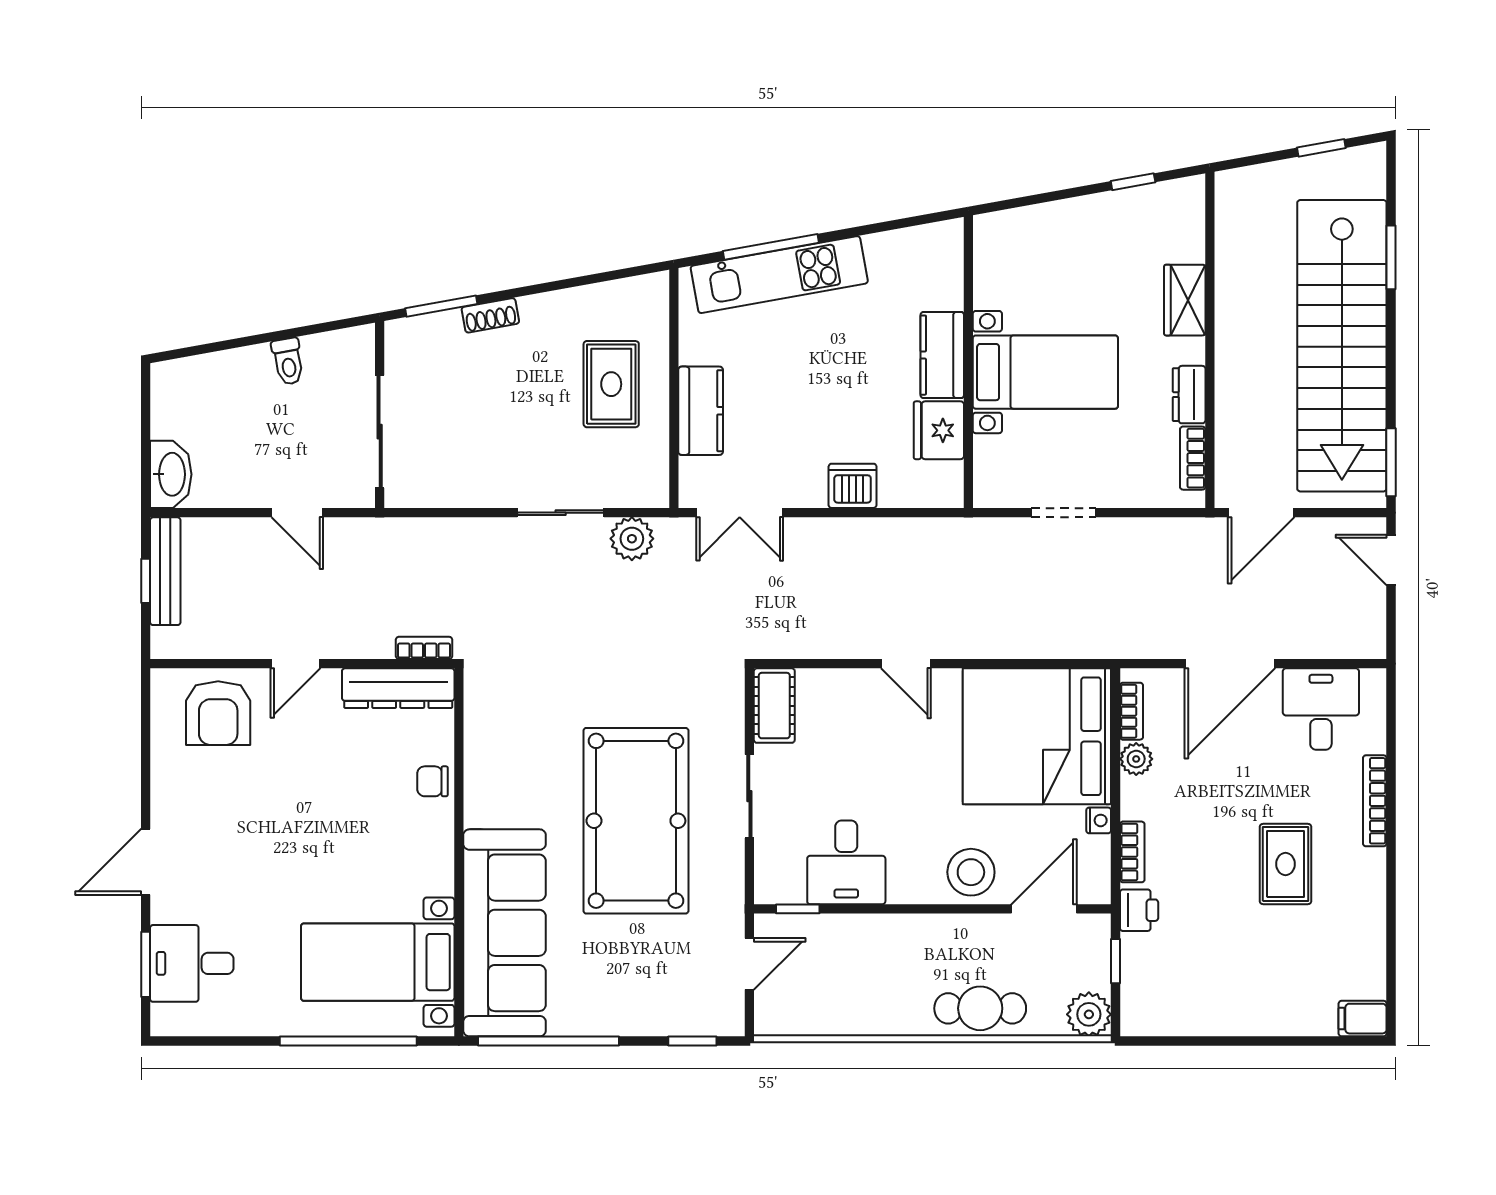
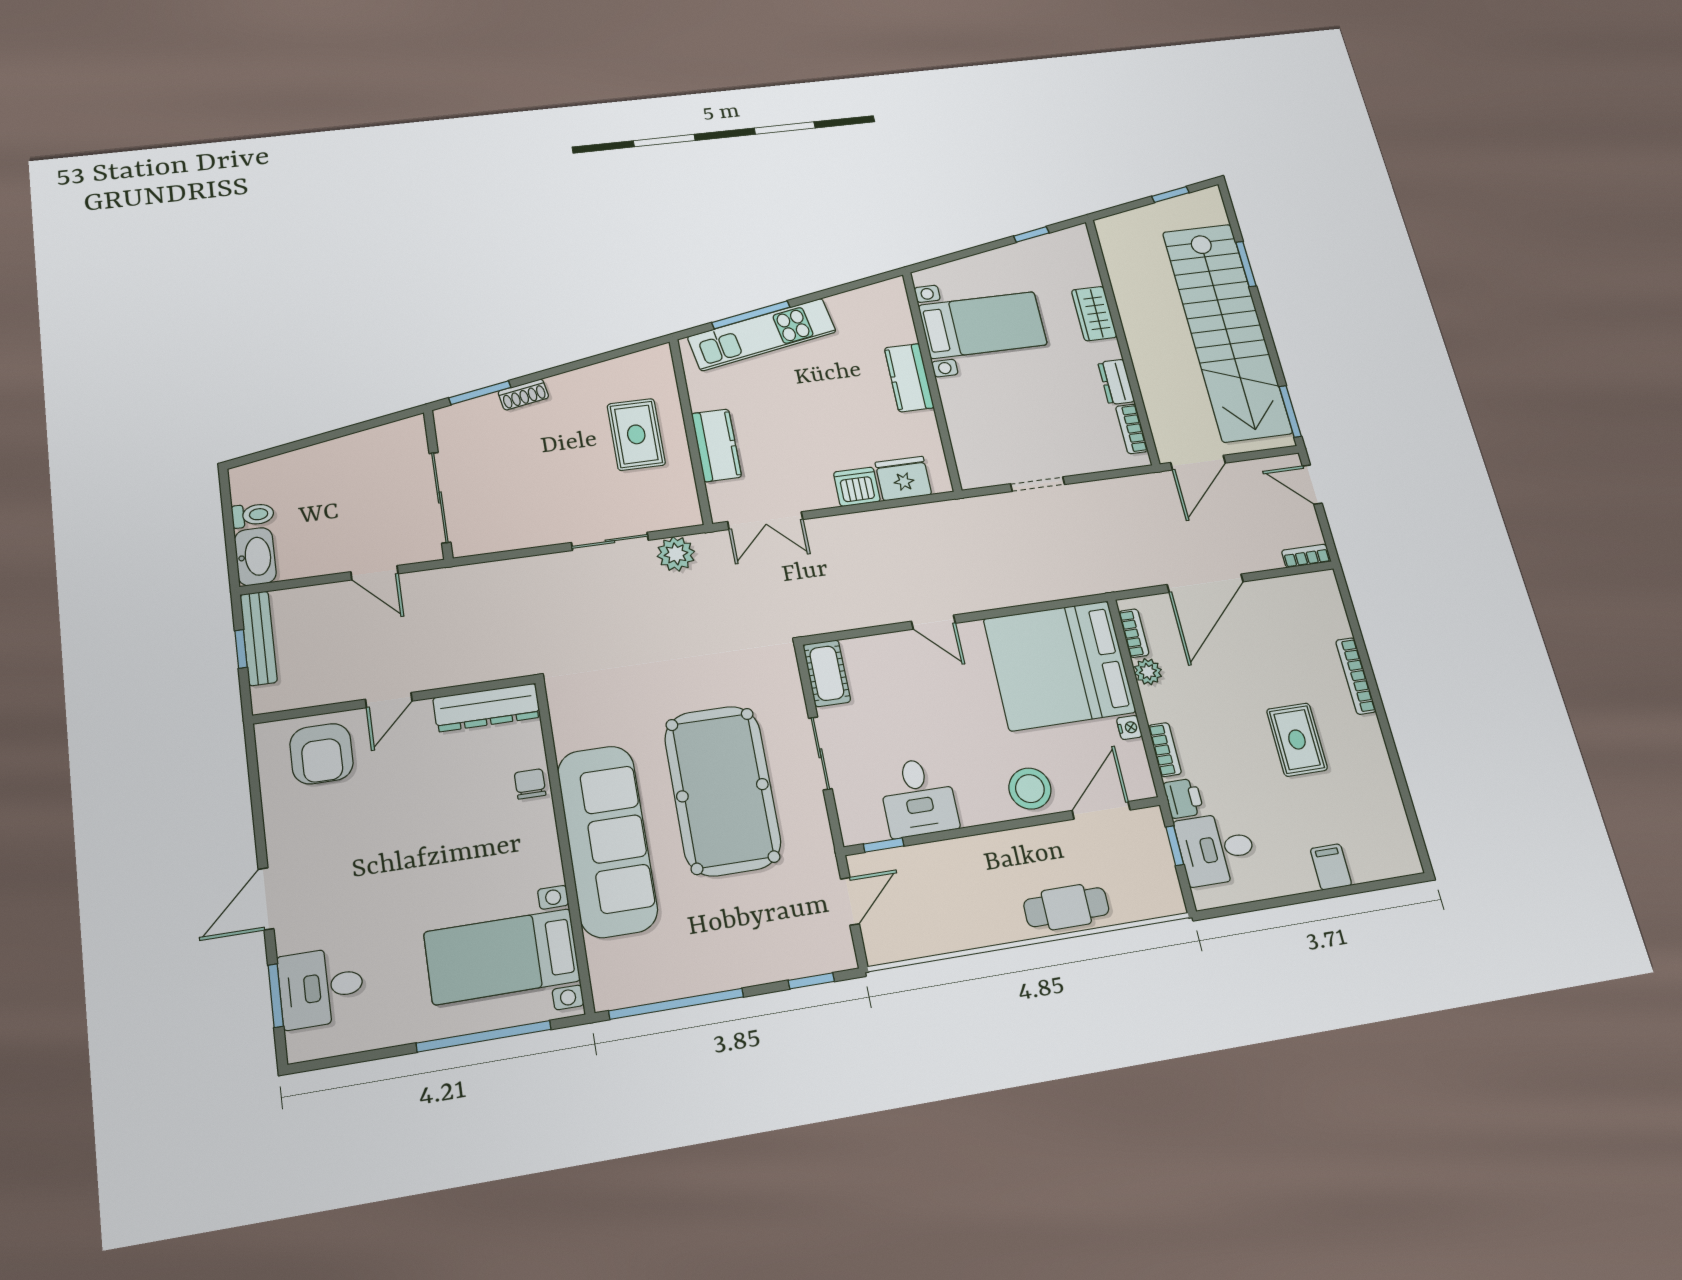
toilet: (288, 361) -> (253, 515), moved, turned -80
bed with nightstands: (1045, 372) -> (983, 325), moved
fridge: (939, 430) -> (903, 478), moved, turned 90
bookcase: (424, 648) -> (1306, 556), moved
desk: (1321, 709) -> (1216, 849), moved, turned -90
chair: (433, 781) -> (530, 784), turned 90
sofa: (505, 933) -> (607, 841), moved
plant: (1089, 1014) -> (1164, 897), removed
filing cabinet: (1363, 1019) -> (1331, 867), moved, turned 90

